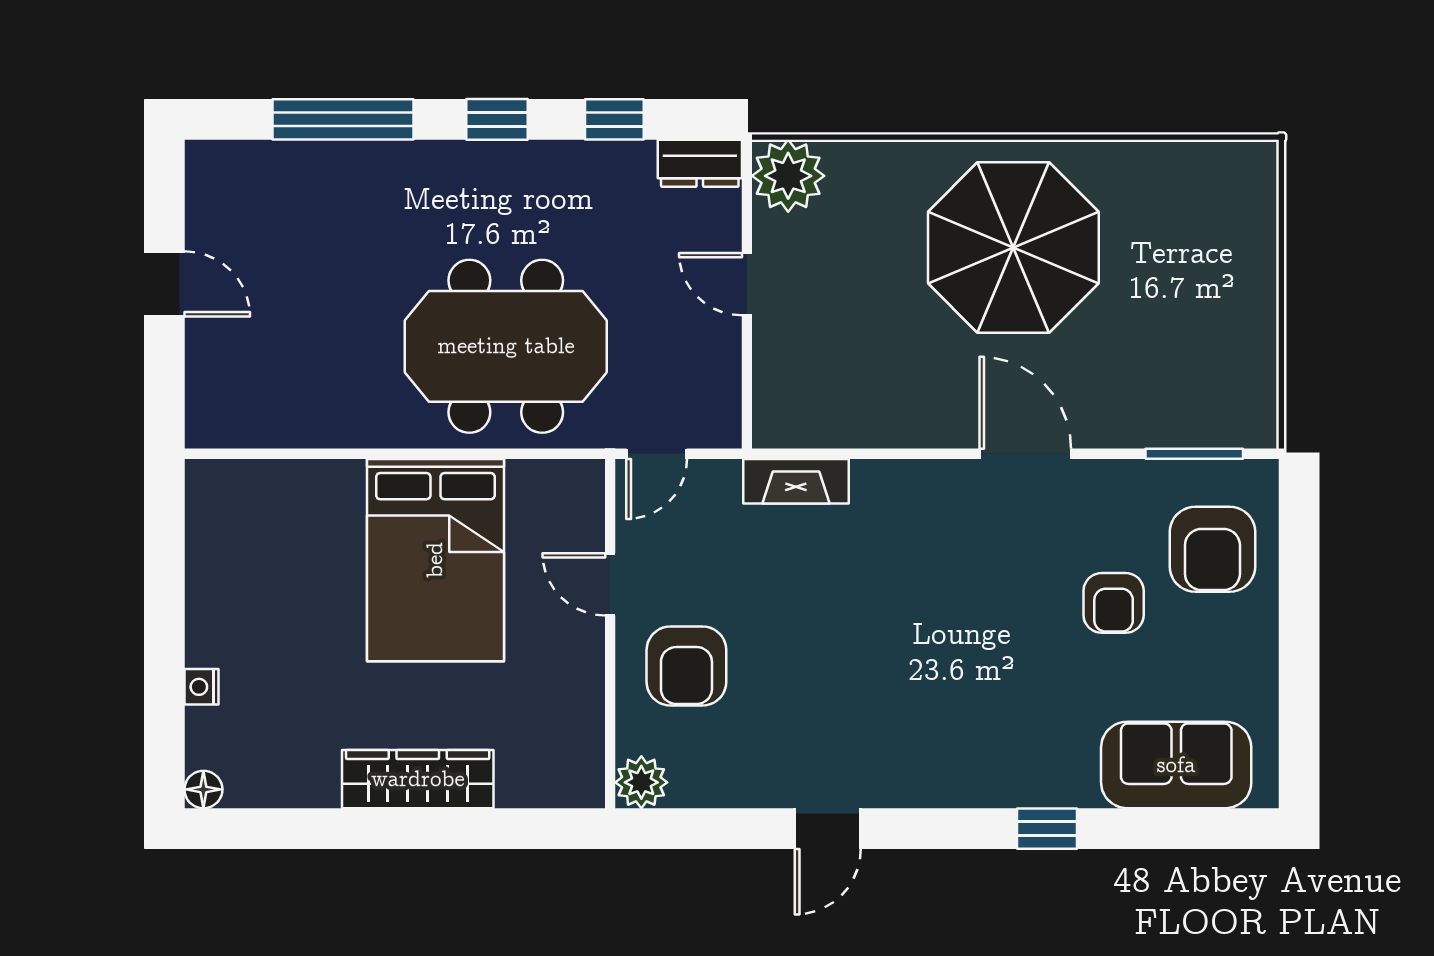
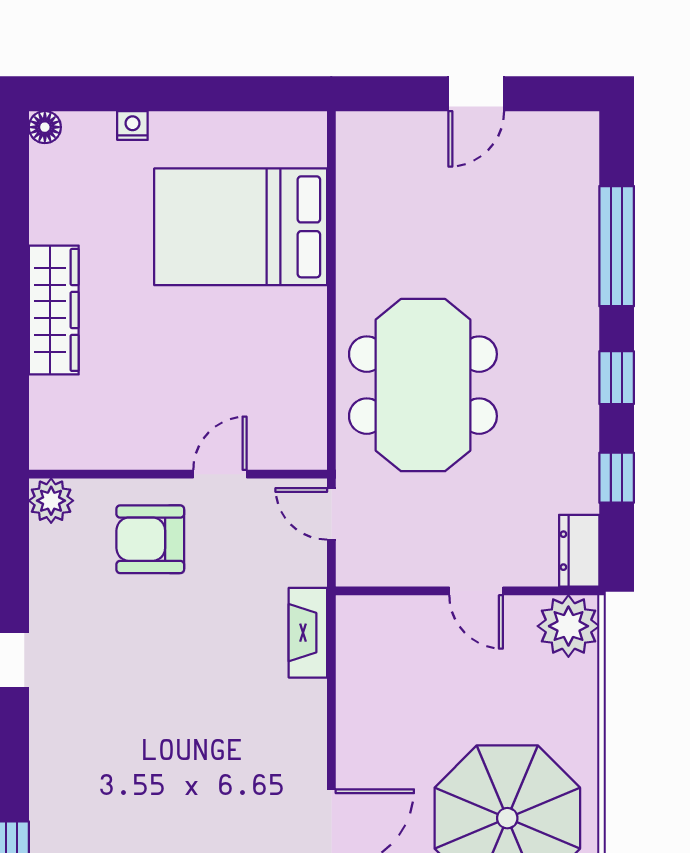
door: (747, 284) -> (476, 591), swing flipped
bed: (435, 560) -> (241, 227), moved

